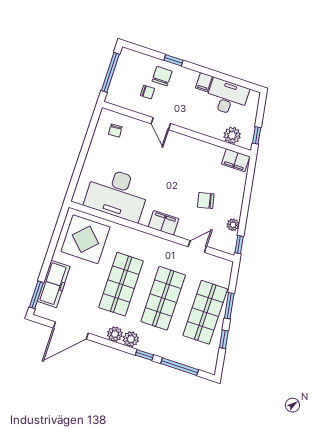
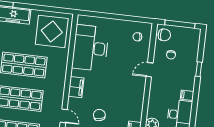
chair: (162, 76) -> (164, 35), moved

